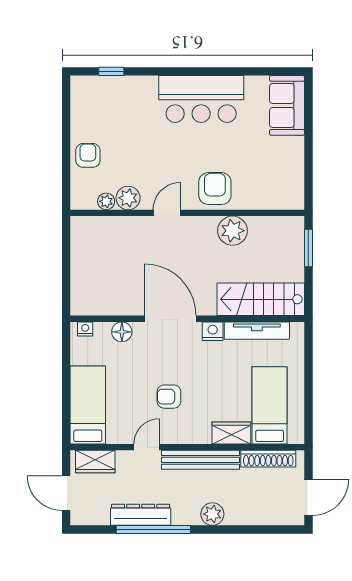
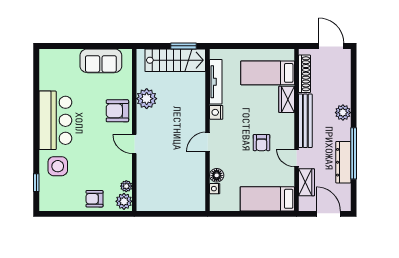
side table: (135, 102) -> (58, 166), added
sofa: (287, 105) -> (101, 61), moved
plant: (128, 198) -> (124, 201), moved
window: (308, 248) -> (184, 46), moved
stairs: (261, 299) -> (175, 60), moved, turned -90
door: (170, 319) -> (208, 142), width x0.53
nightstand: (85, 329) -> (215, 189), moved
wardrobe: (95, 462) -> (307, 182), moved
door: (66, 493) -> (328, 214), swing flipped

